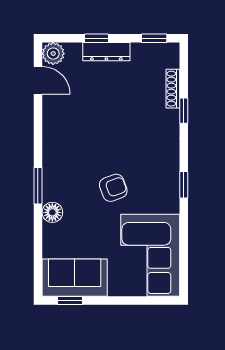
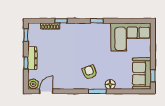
armchair: (113, 188) -> (90, 72), moved

